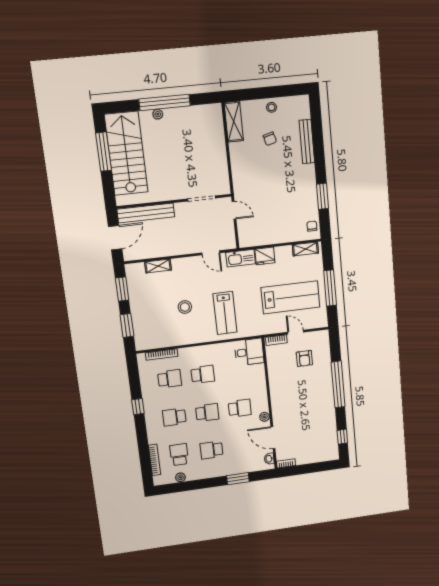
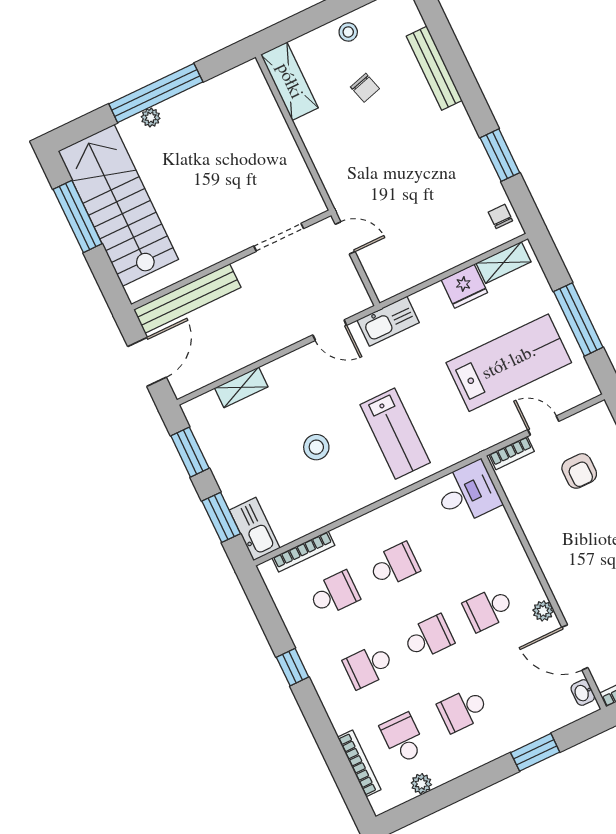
fridge: (265, 256) -> (464, 286), moved
kitchen sink: (142, 336) -> (255, 529), added
school desk: (240, 408) -> (488, 609), turned 180

